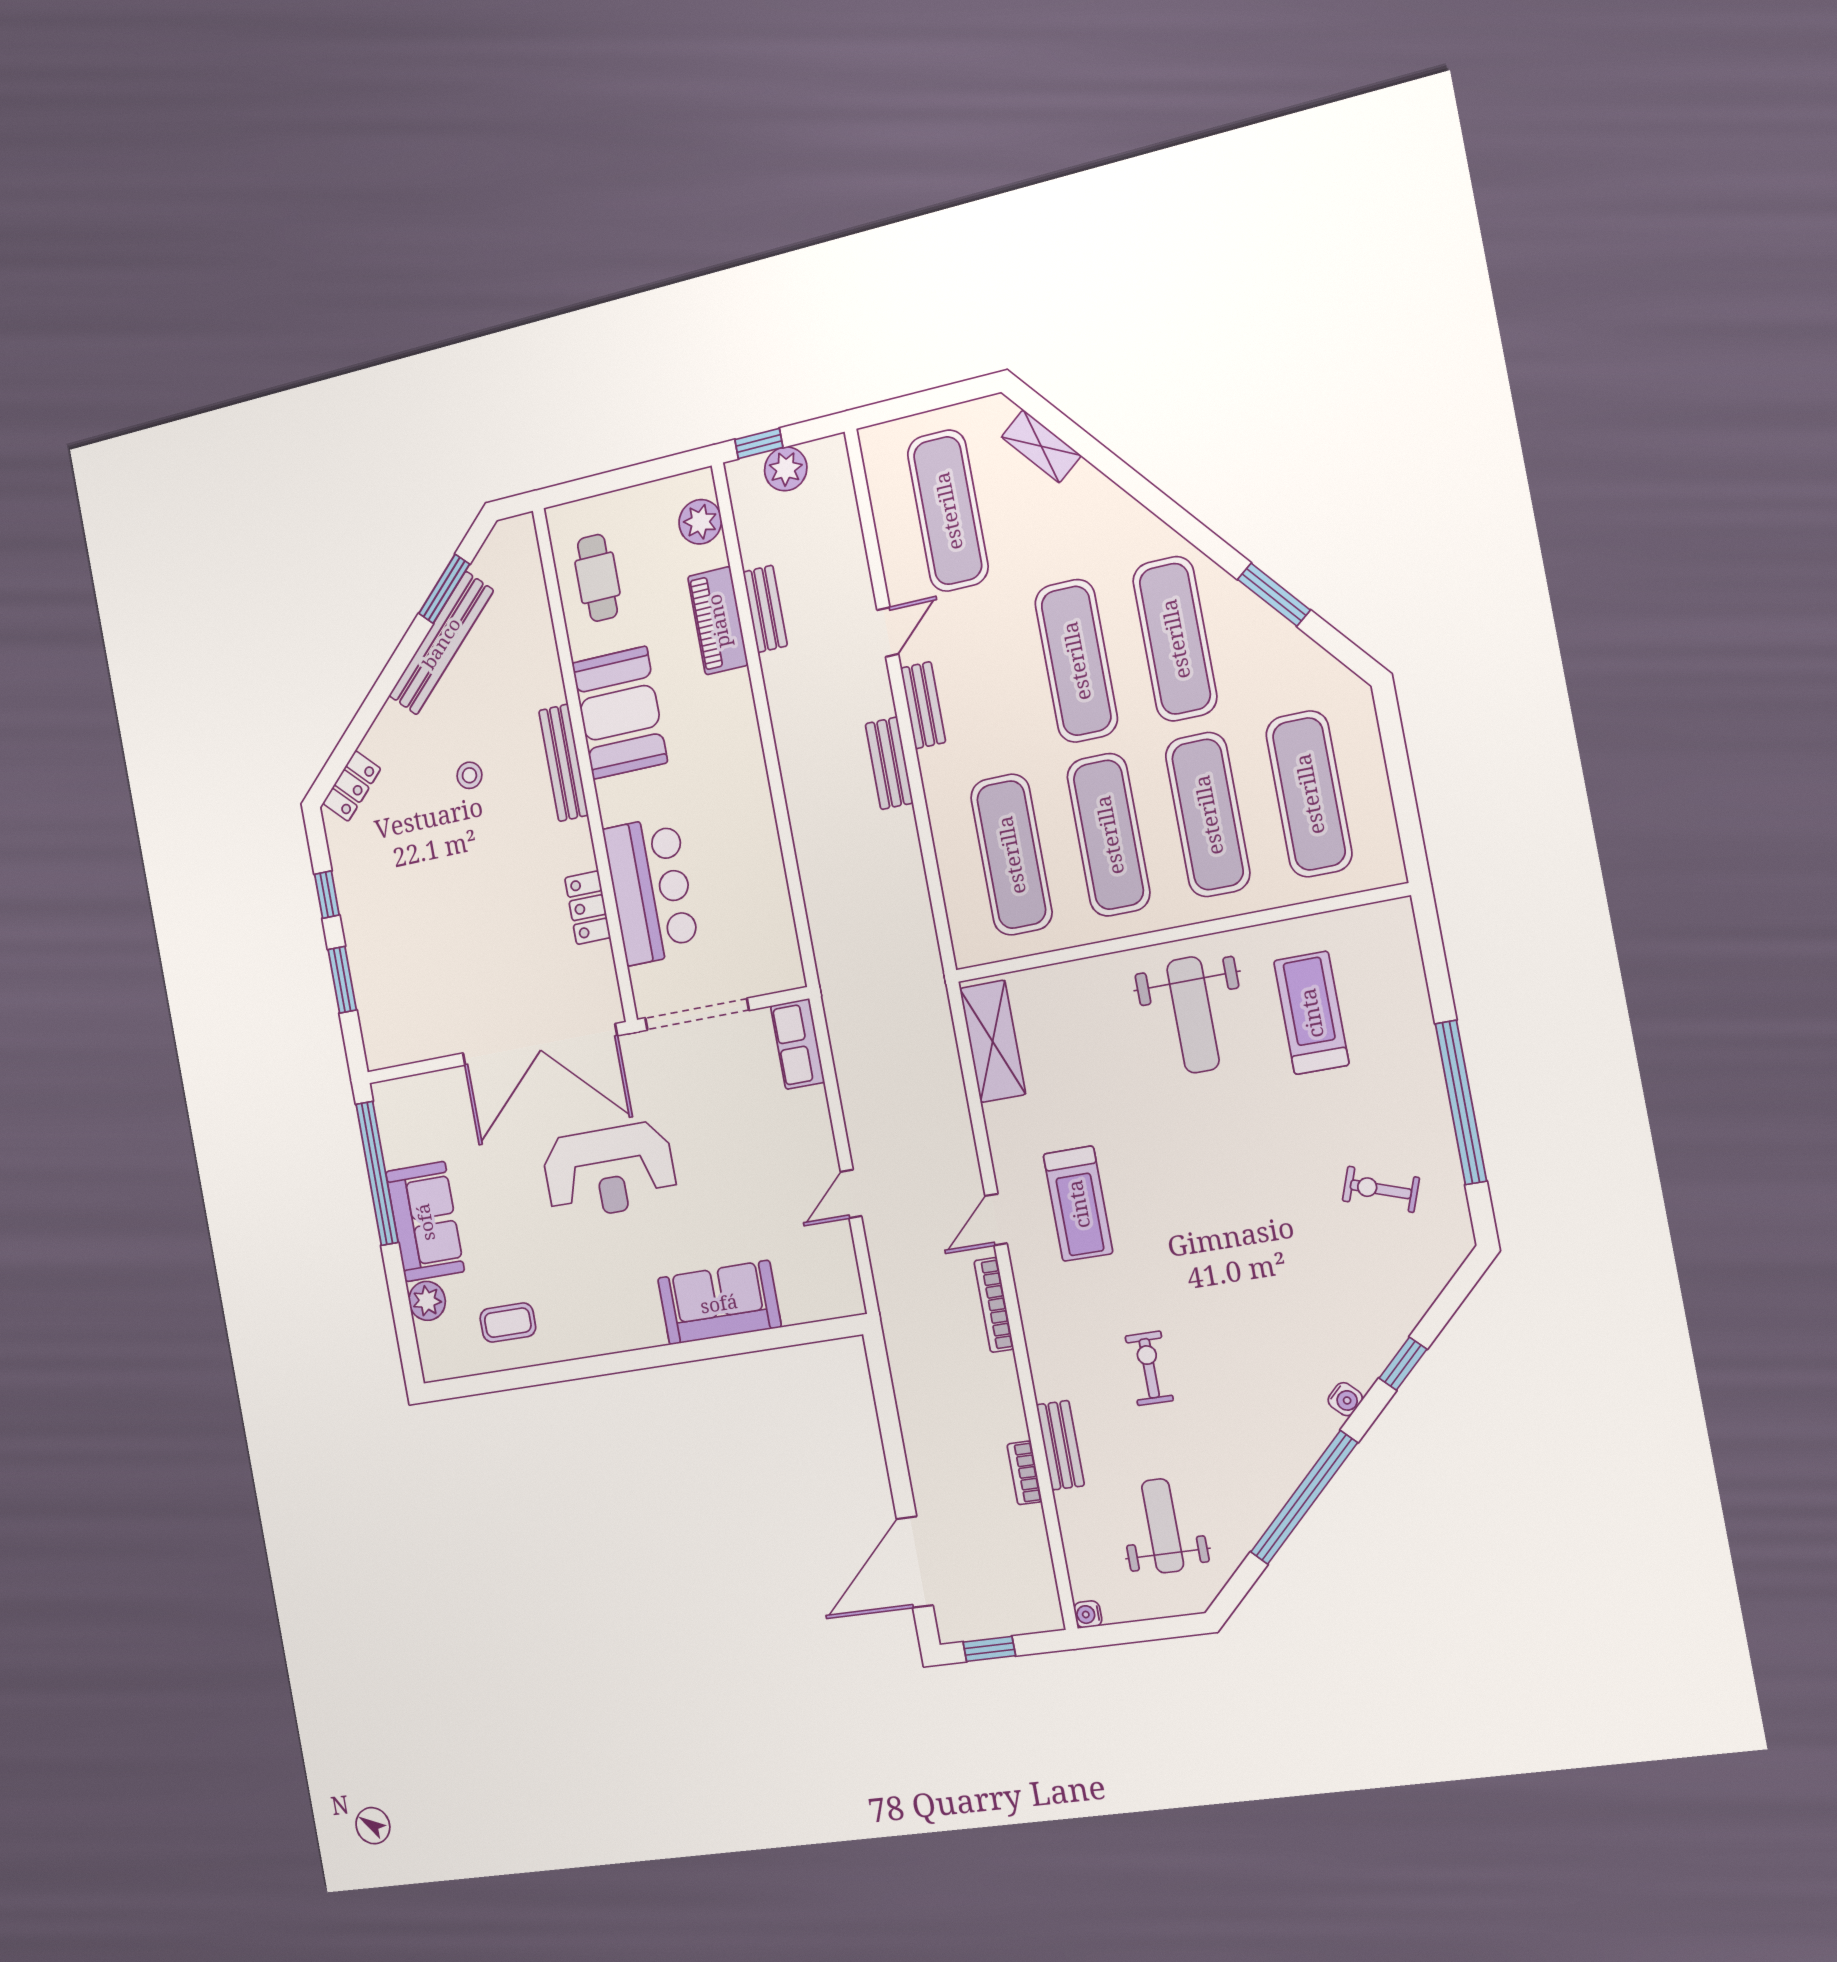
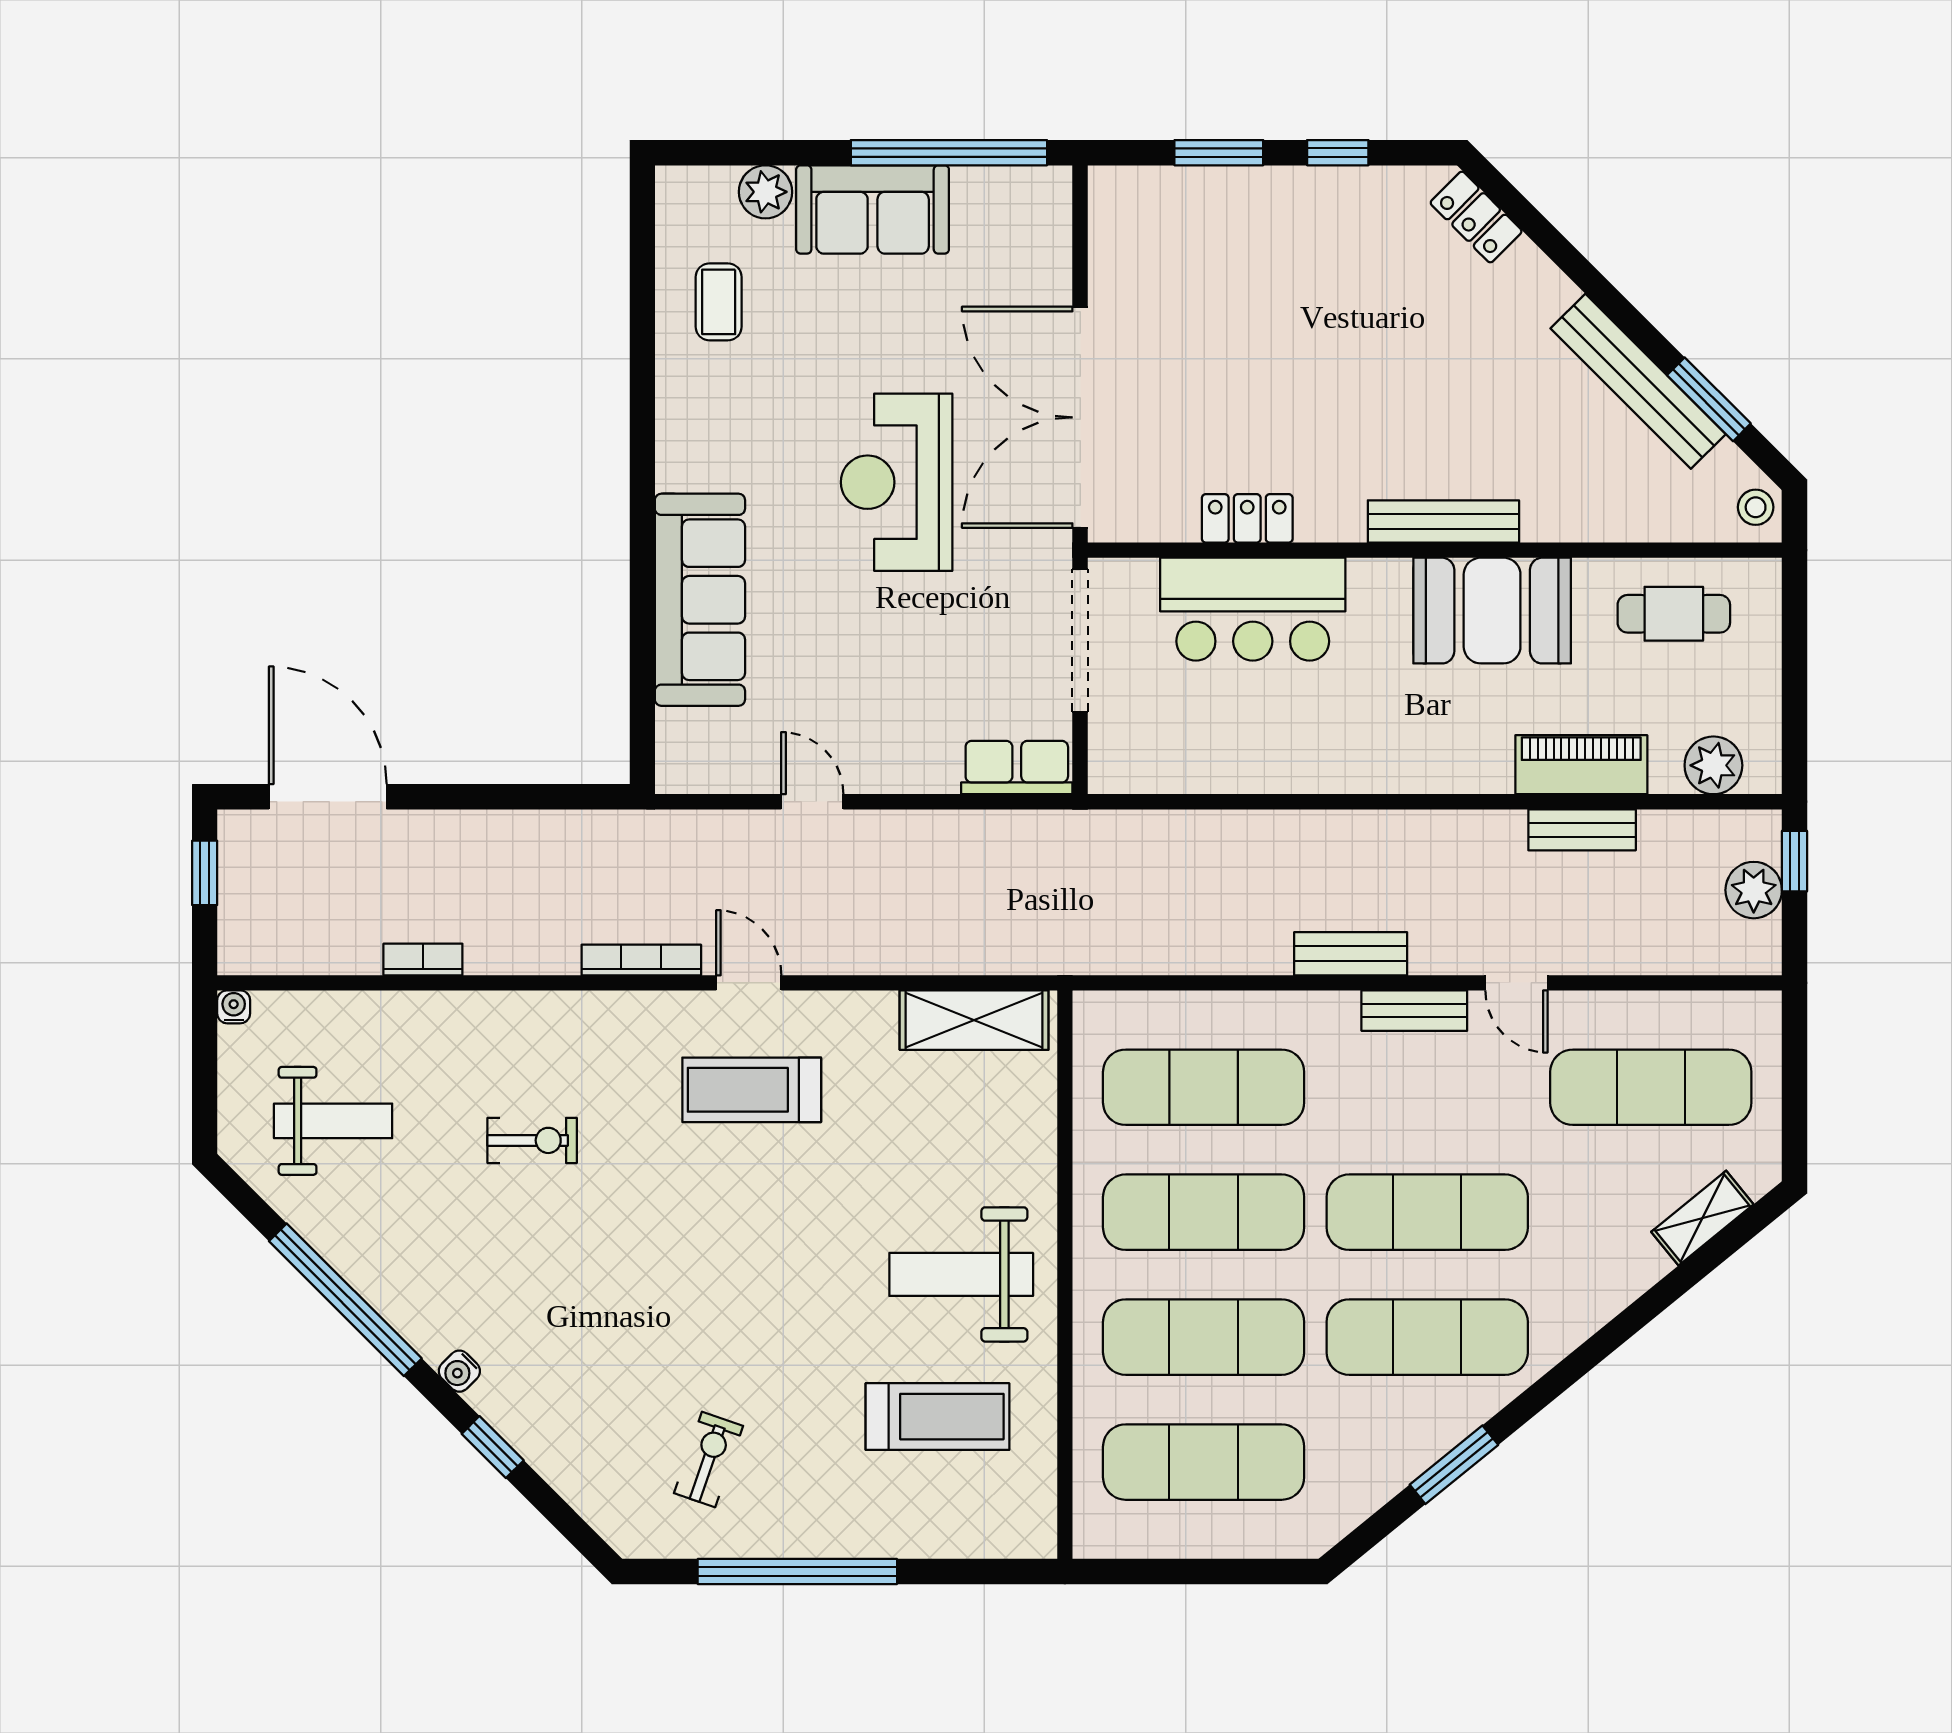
stool: (469, 775) -> (1756, 507), moved
sofa: (719, 1303) -> (700, 600), width x1.36
bench: (1060, 1445) -> (452, 1011), removed

